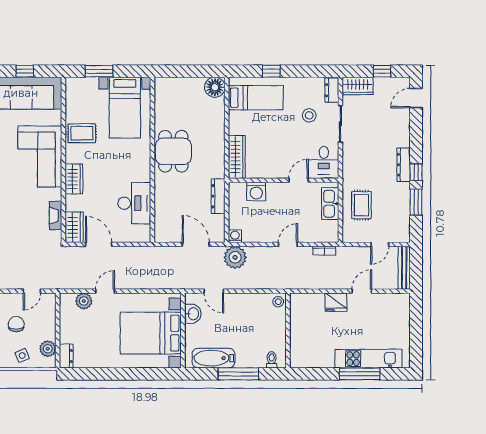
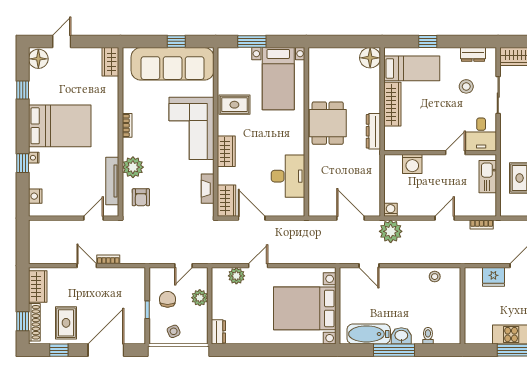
dresser: (332, 90) -> (473, 54), moved, turned -90
wardrobe: (237, 157) -> (392, 104), moved
dresser: (218, 196) -> (373, 131), moved
washbasin: (193, 314) -> (401, 336), moved, turned -90
wall: (288, 330) -> (462, 306), moved
plant: (48, 349) -> (200, 298), moved

